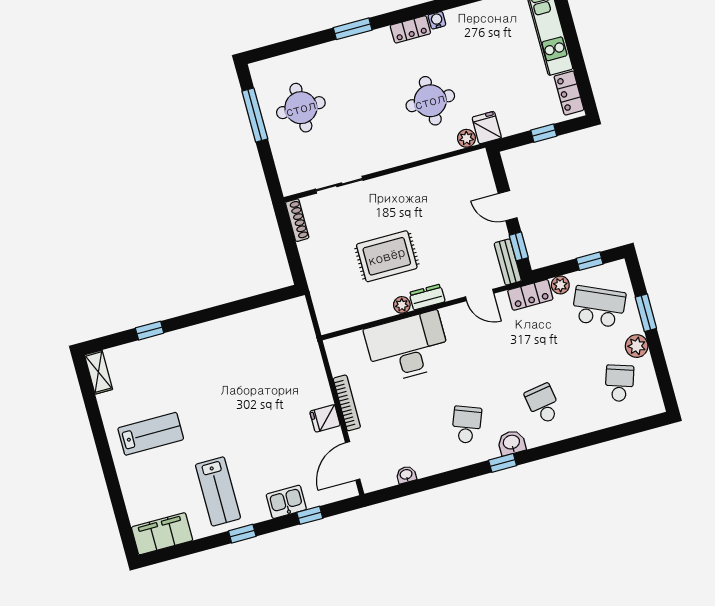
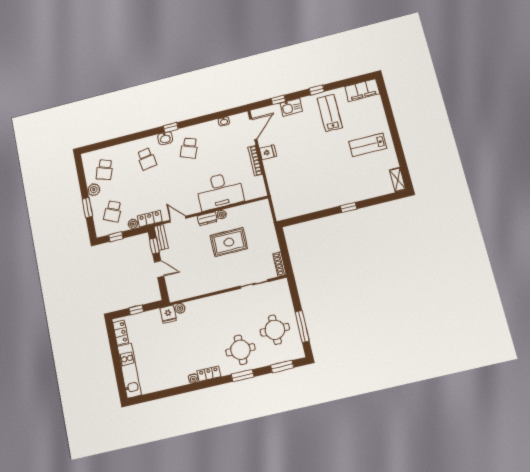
window: (286, 47) -> (282, 366), added
round table: (430, 101) -> (240, 350), moved
school desk: (599, 307) -> (113, 211), width x0.54
window: (150, 331) -> (349, 207), moved

